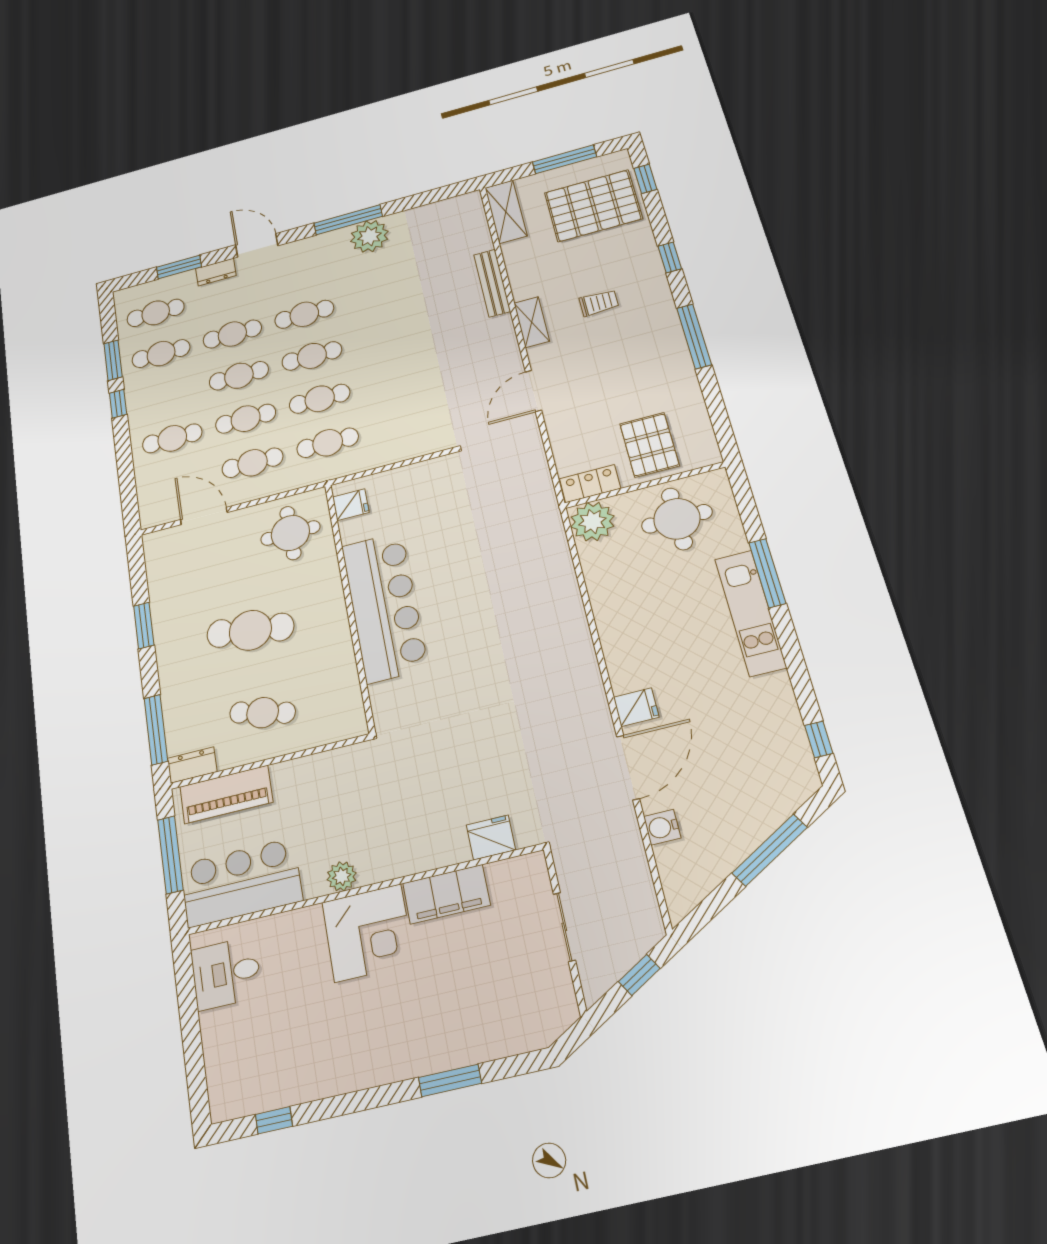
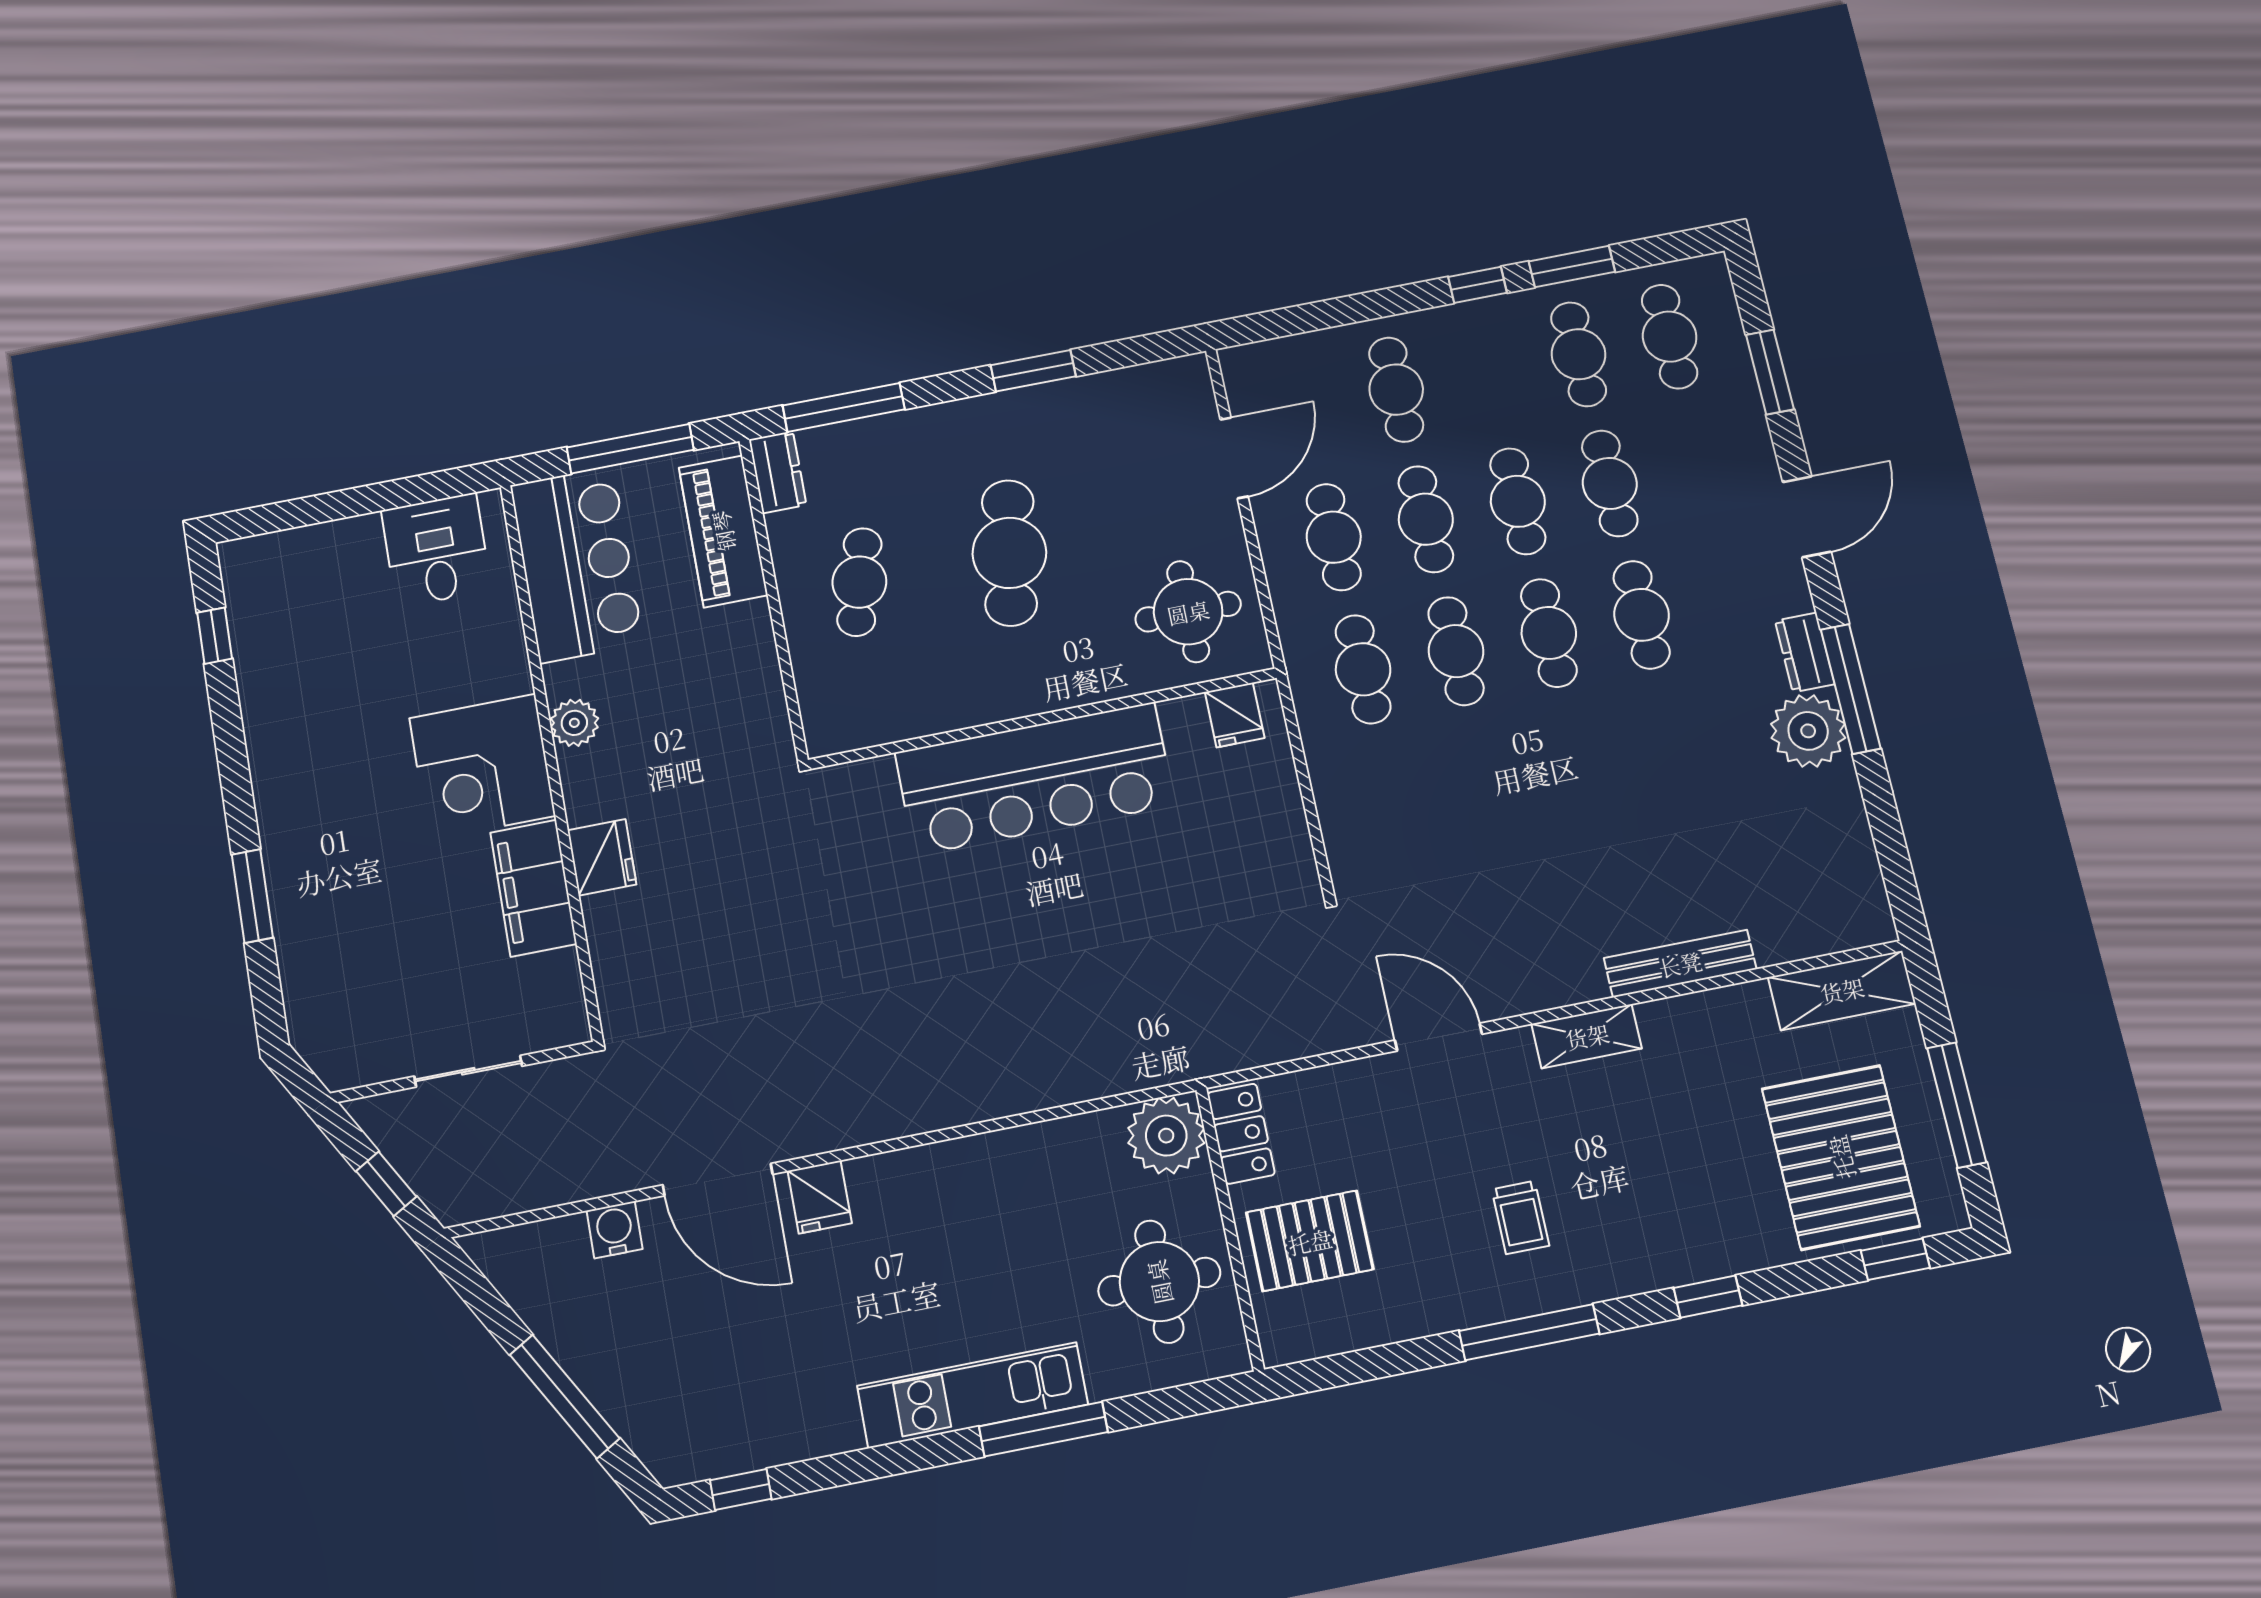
dresser: (216, 272) -> (1805, 652), moved
trolley: (599, 303) -> (1520, 1217), moved
fridge: (491, 837) -> (602, 857), moved

